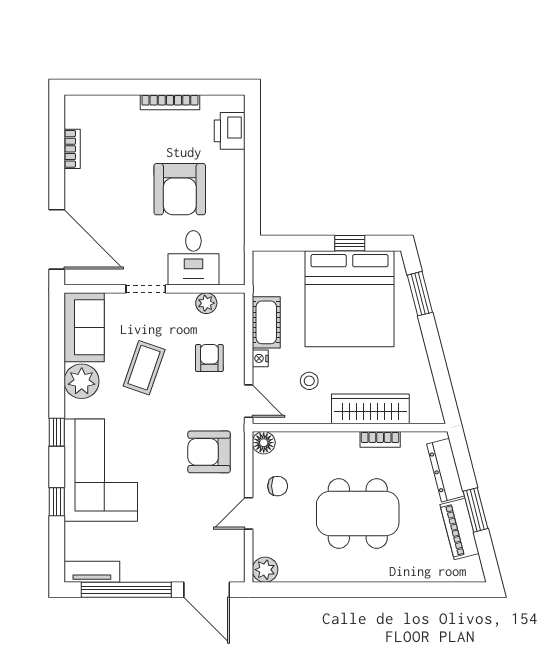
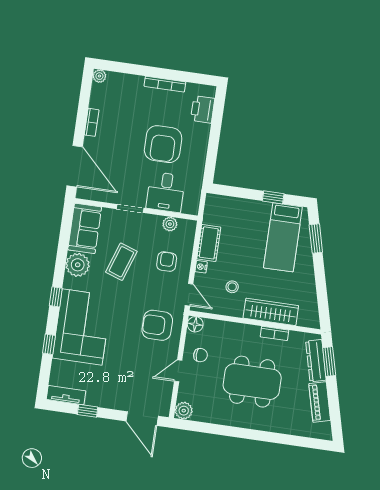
plant: (74, 104) -> (99, 76), added
bookcase: (72, 149) -> (92, 122), moved
bed: (350, 299) -> (283, 237), width x0.49
window: (476, 510) -> (329, 362), moved
window: (126, 590) -> (88, 411), width x0.32

